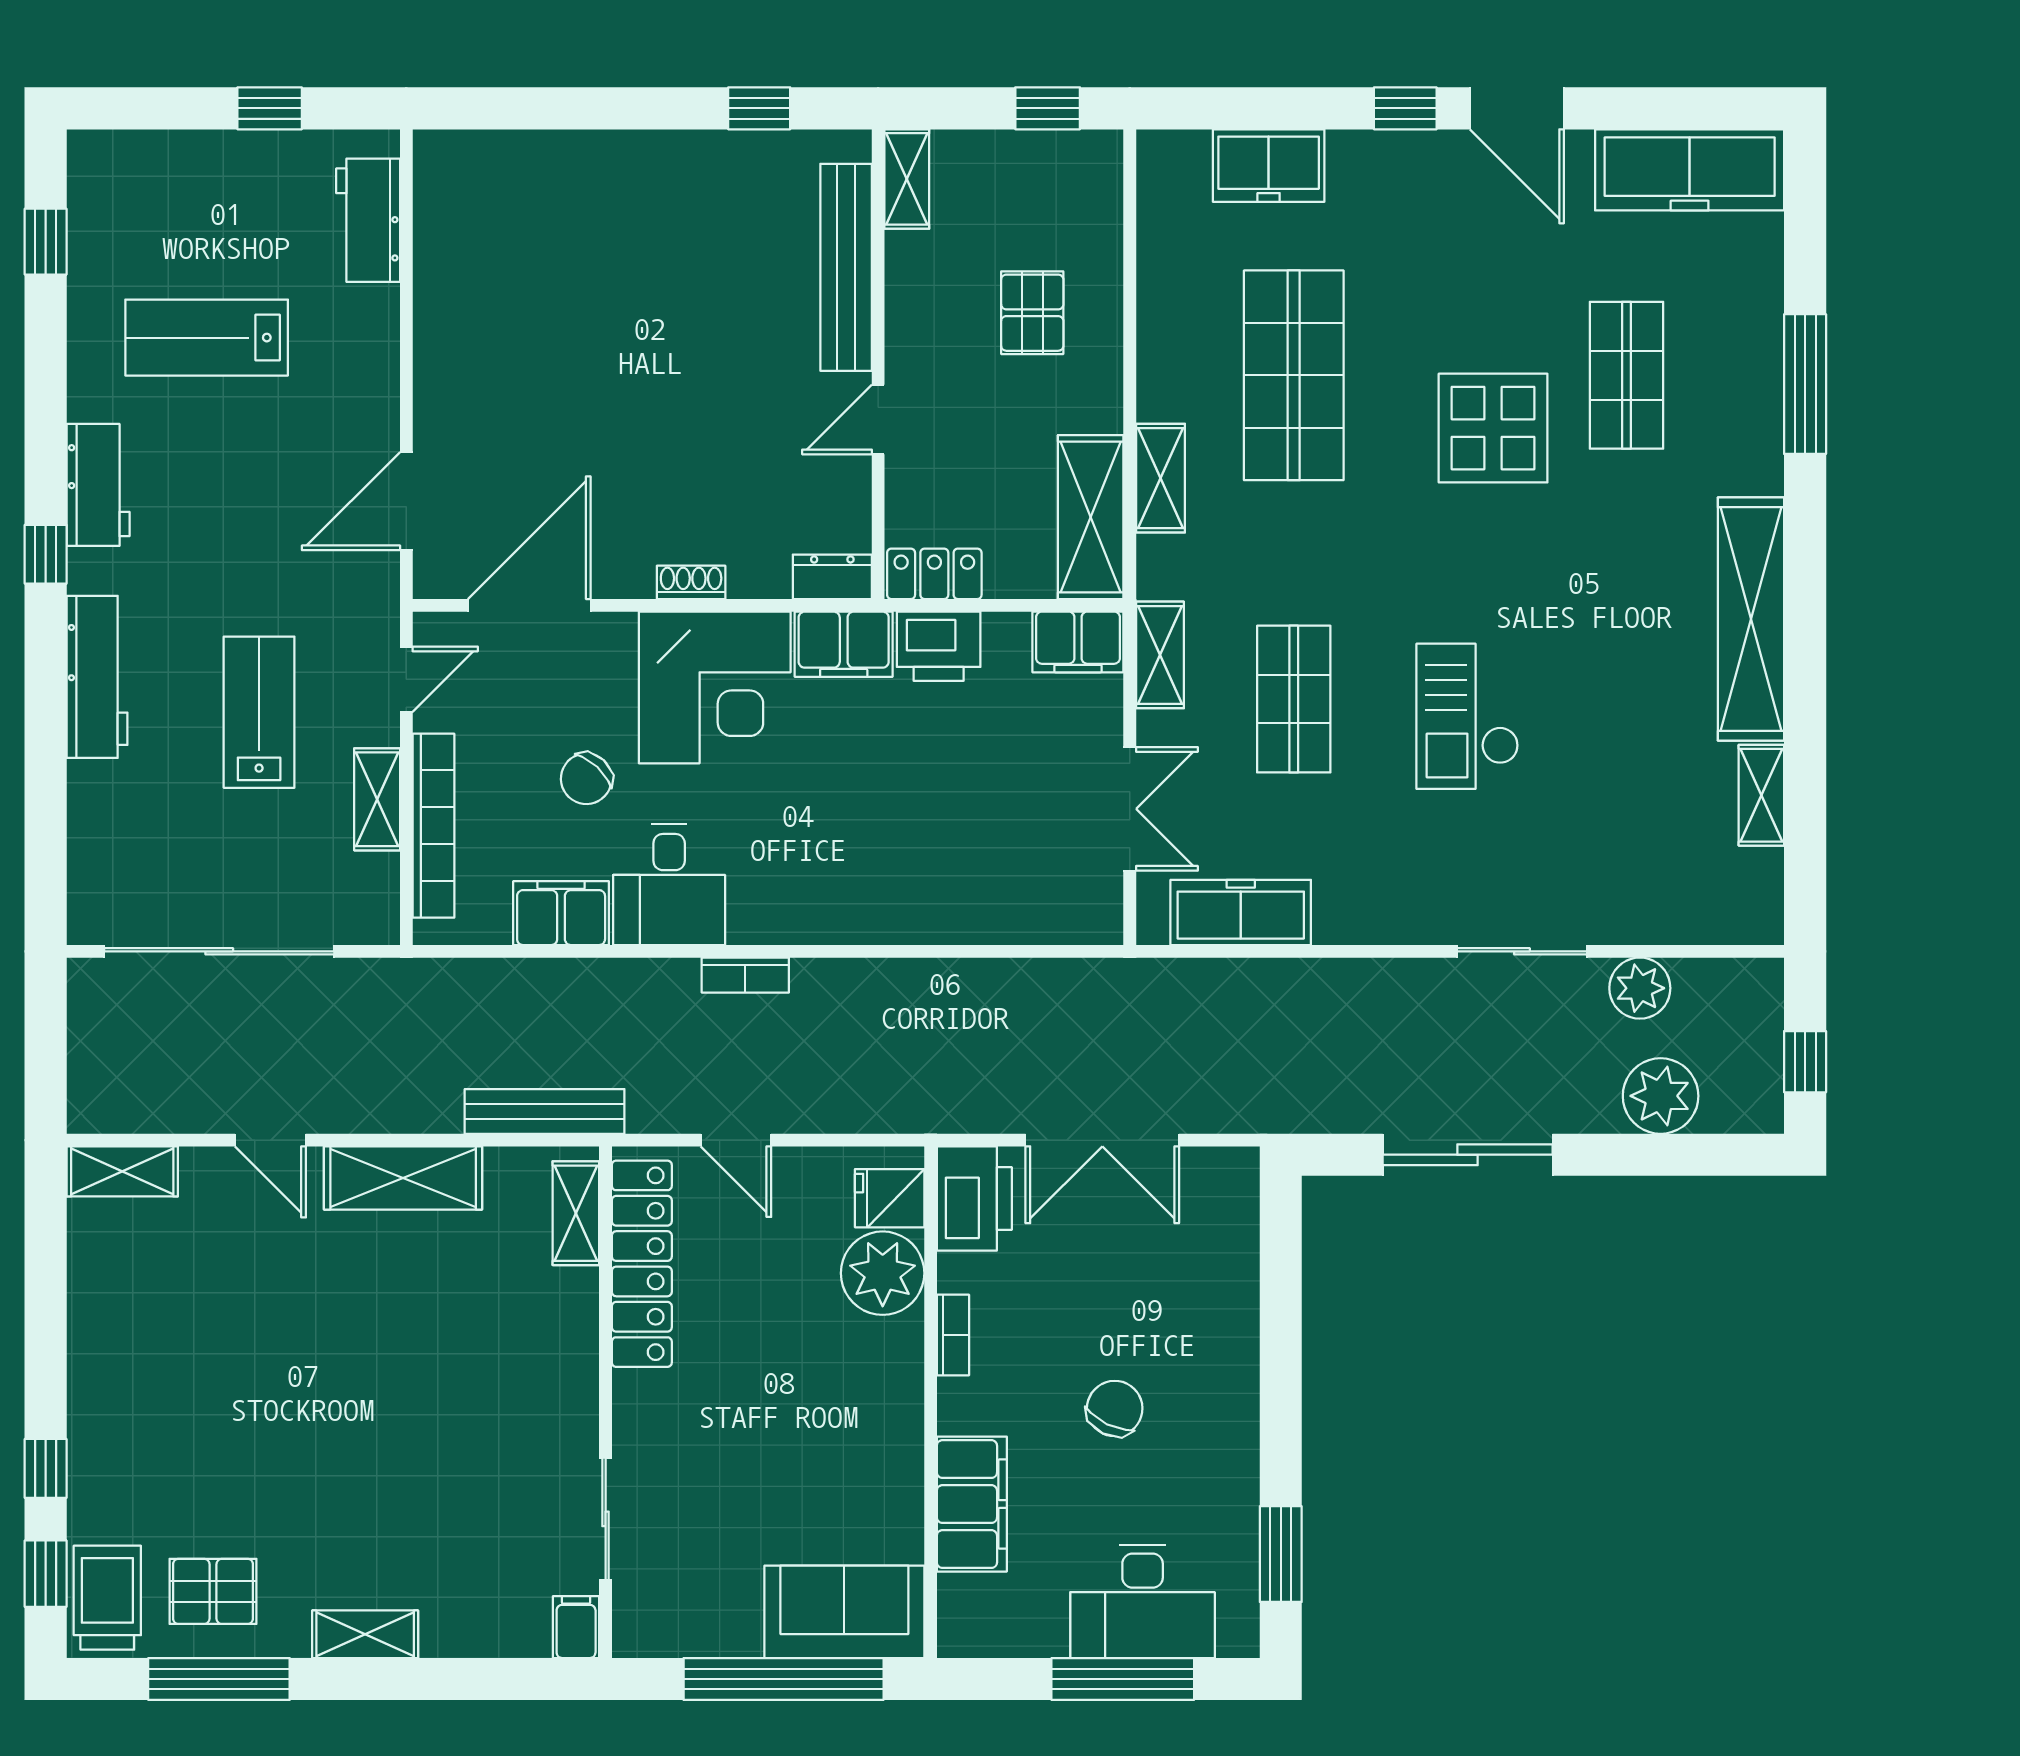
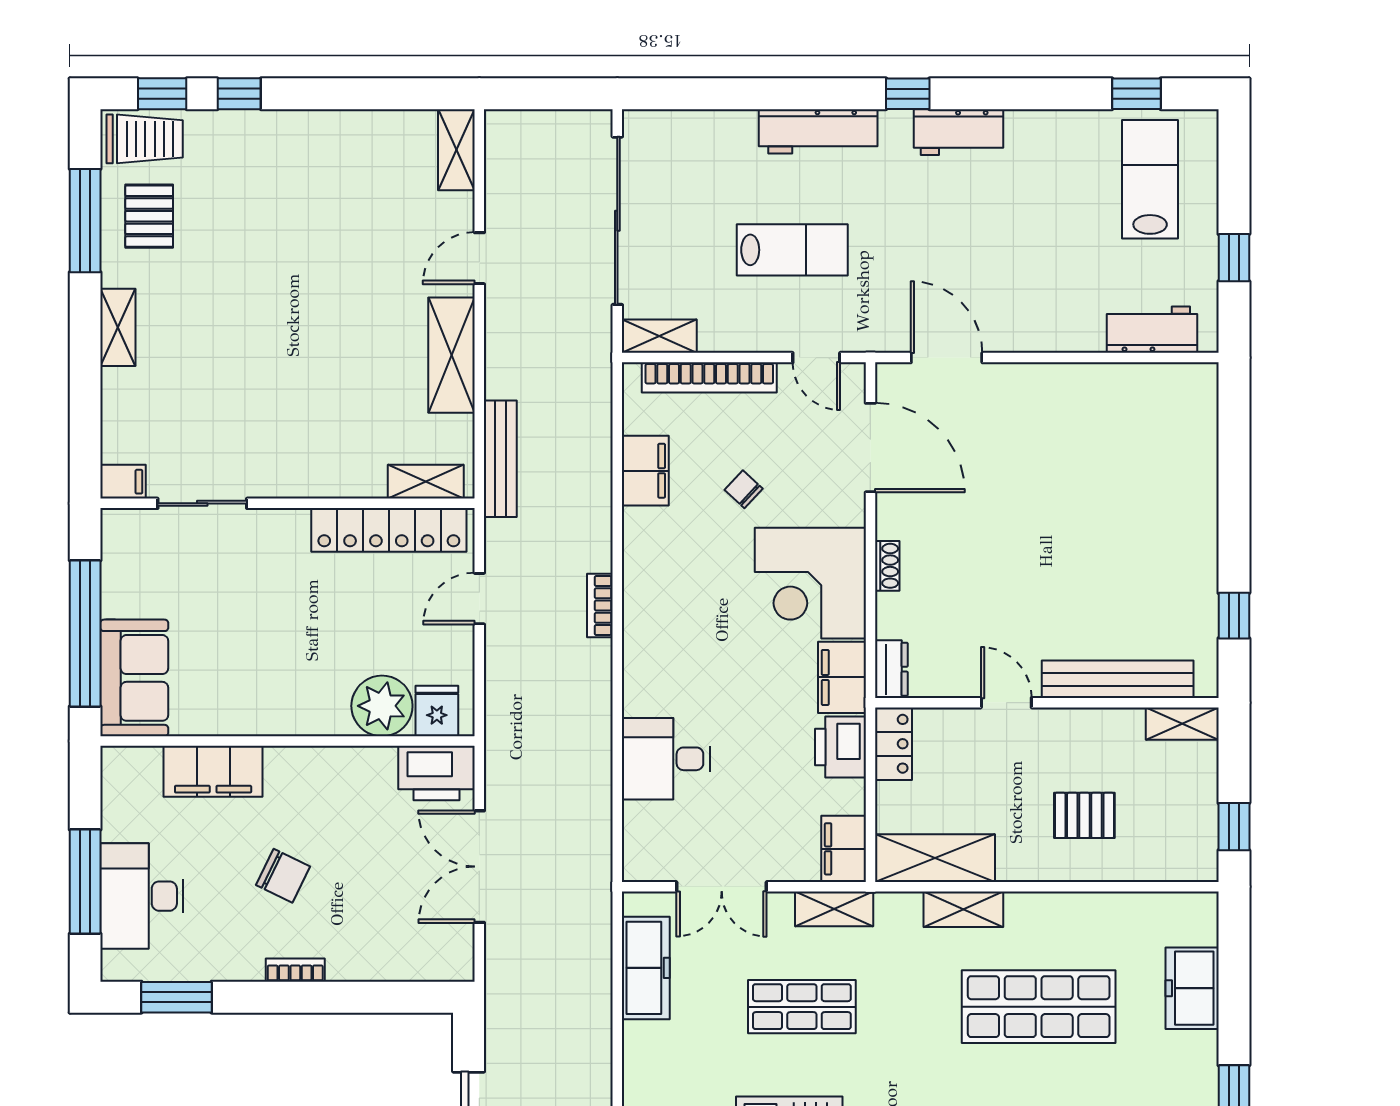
lab bench: (207, 338) -> (1150, 179), moved
chair: (586, 779) -> (744, 489), width x0.73, depth x0.73
shelving: (377, 799) -> (659, 336), moved
desk: (669, 885) -> (666, 759), moved
bookcase: (953, 1335) -> (295, 970), moved, turned 180

